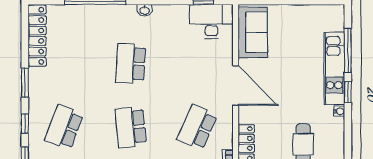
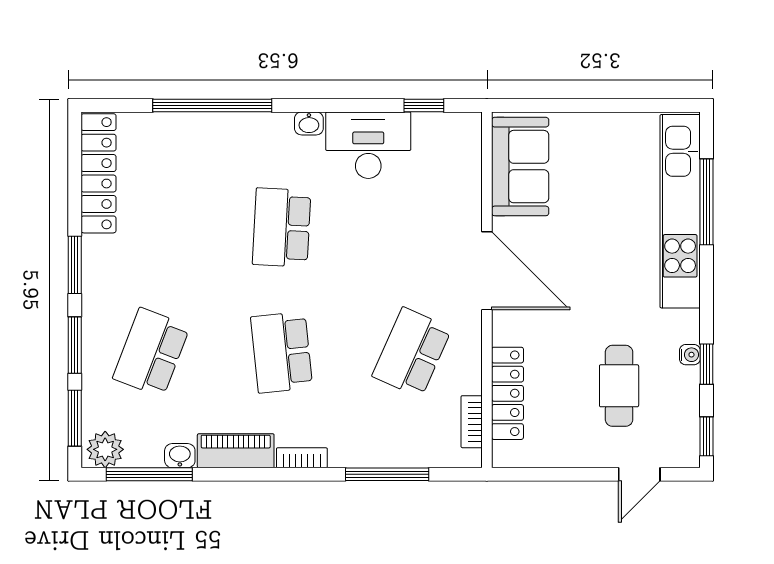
desk: (211, 21) -> (368, 145), moved
kitchen unit: (334, 68) -> (680, 211), width x1.36
window: (348, 92) -> (707, 364), moved
water cooler: (339, 111) -> (690, 355), moved
window: (25, 124) -> (75, 345), width x1.50

